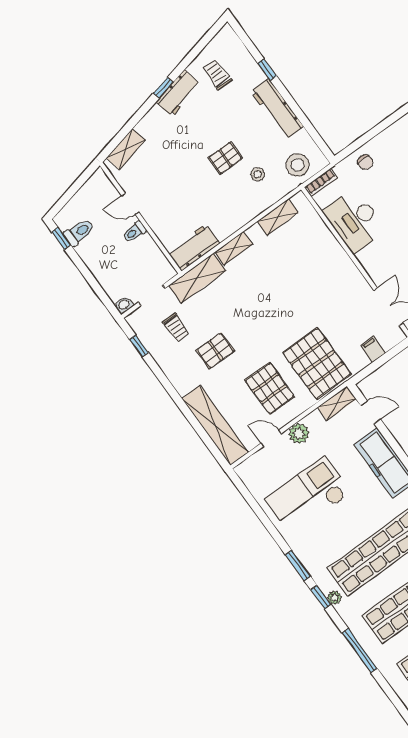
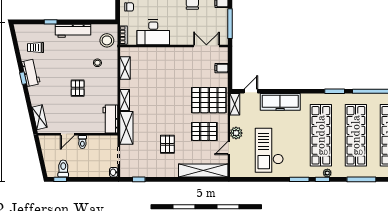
pallet: (225, 158) -> (78, 88), moved
trolley: (176, 327) -> (143, 155), removed

